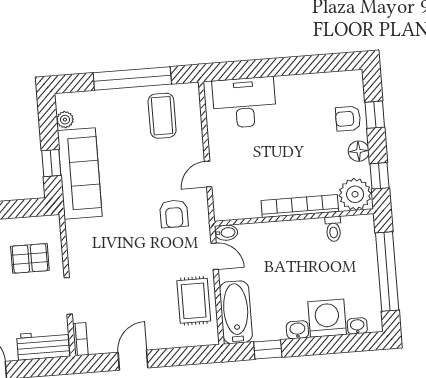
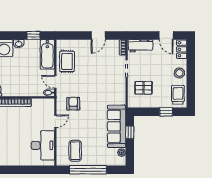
desk: (244, 103) -> (43, 145), moved, turned -90

